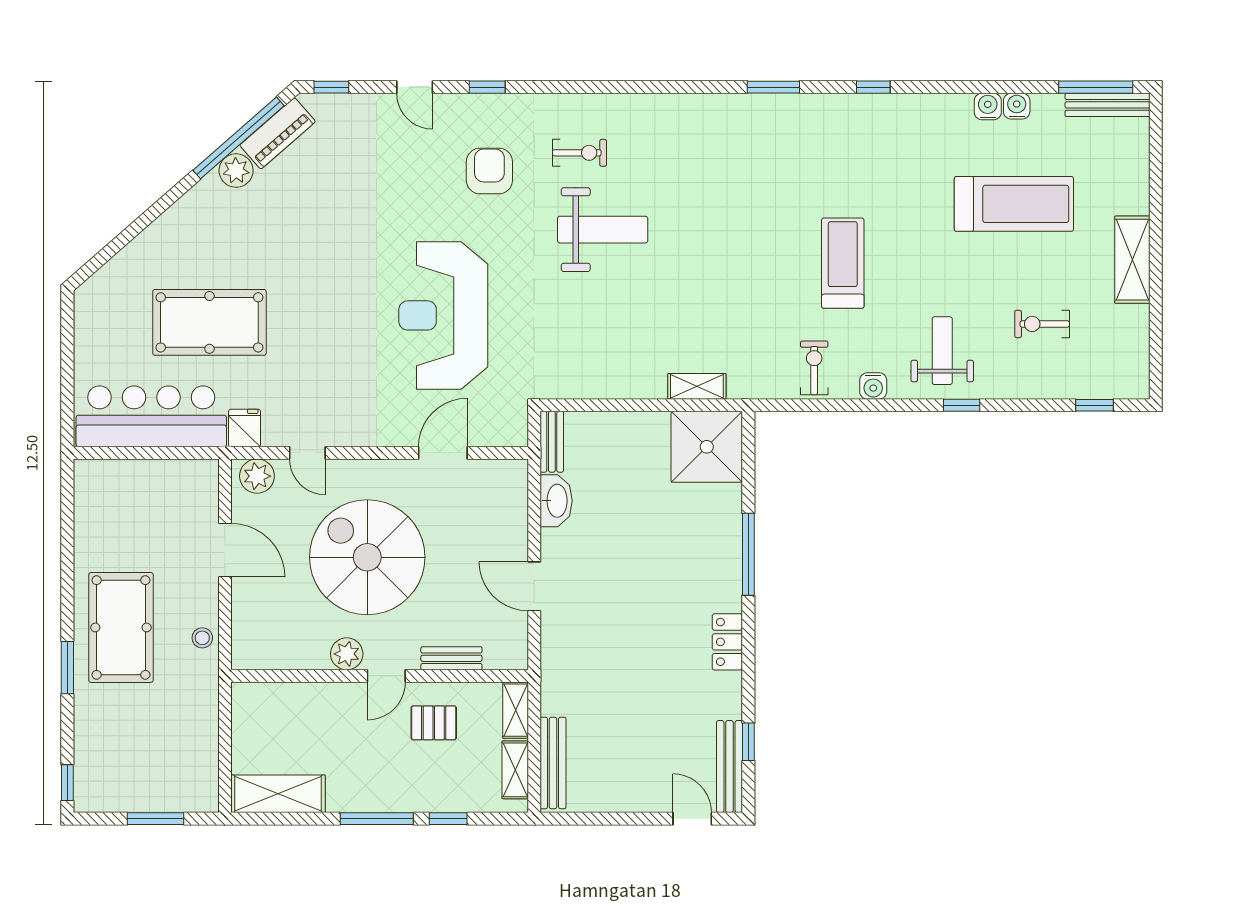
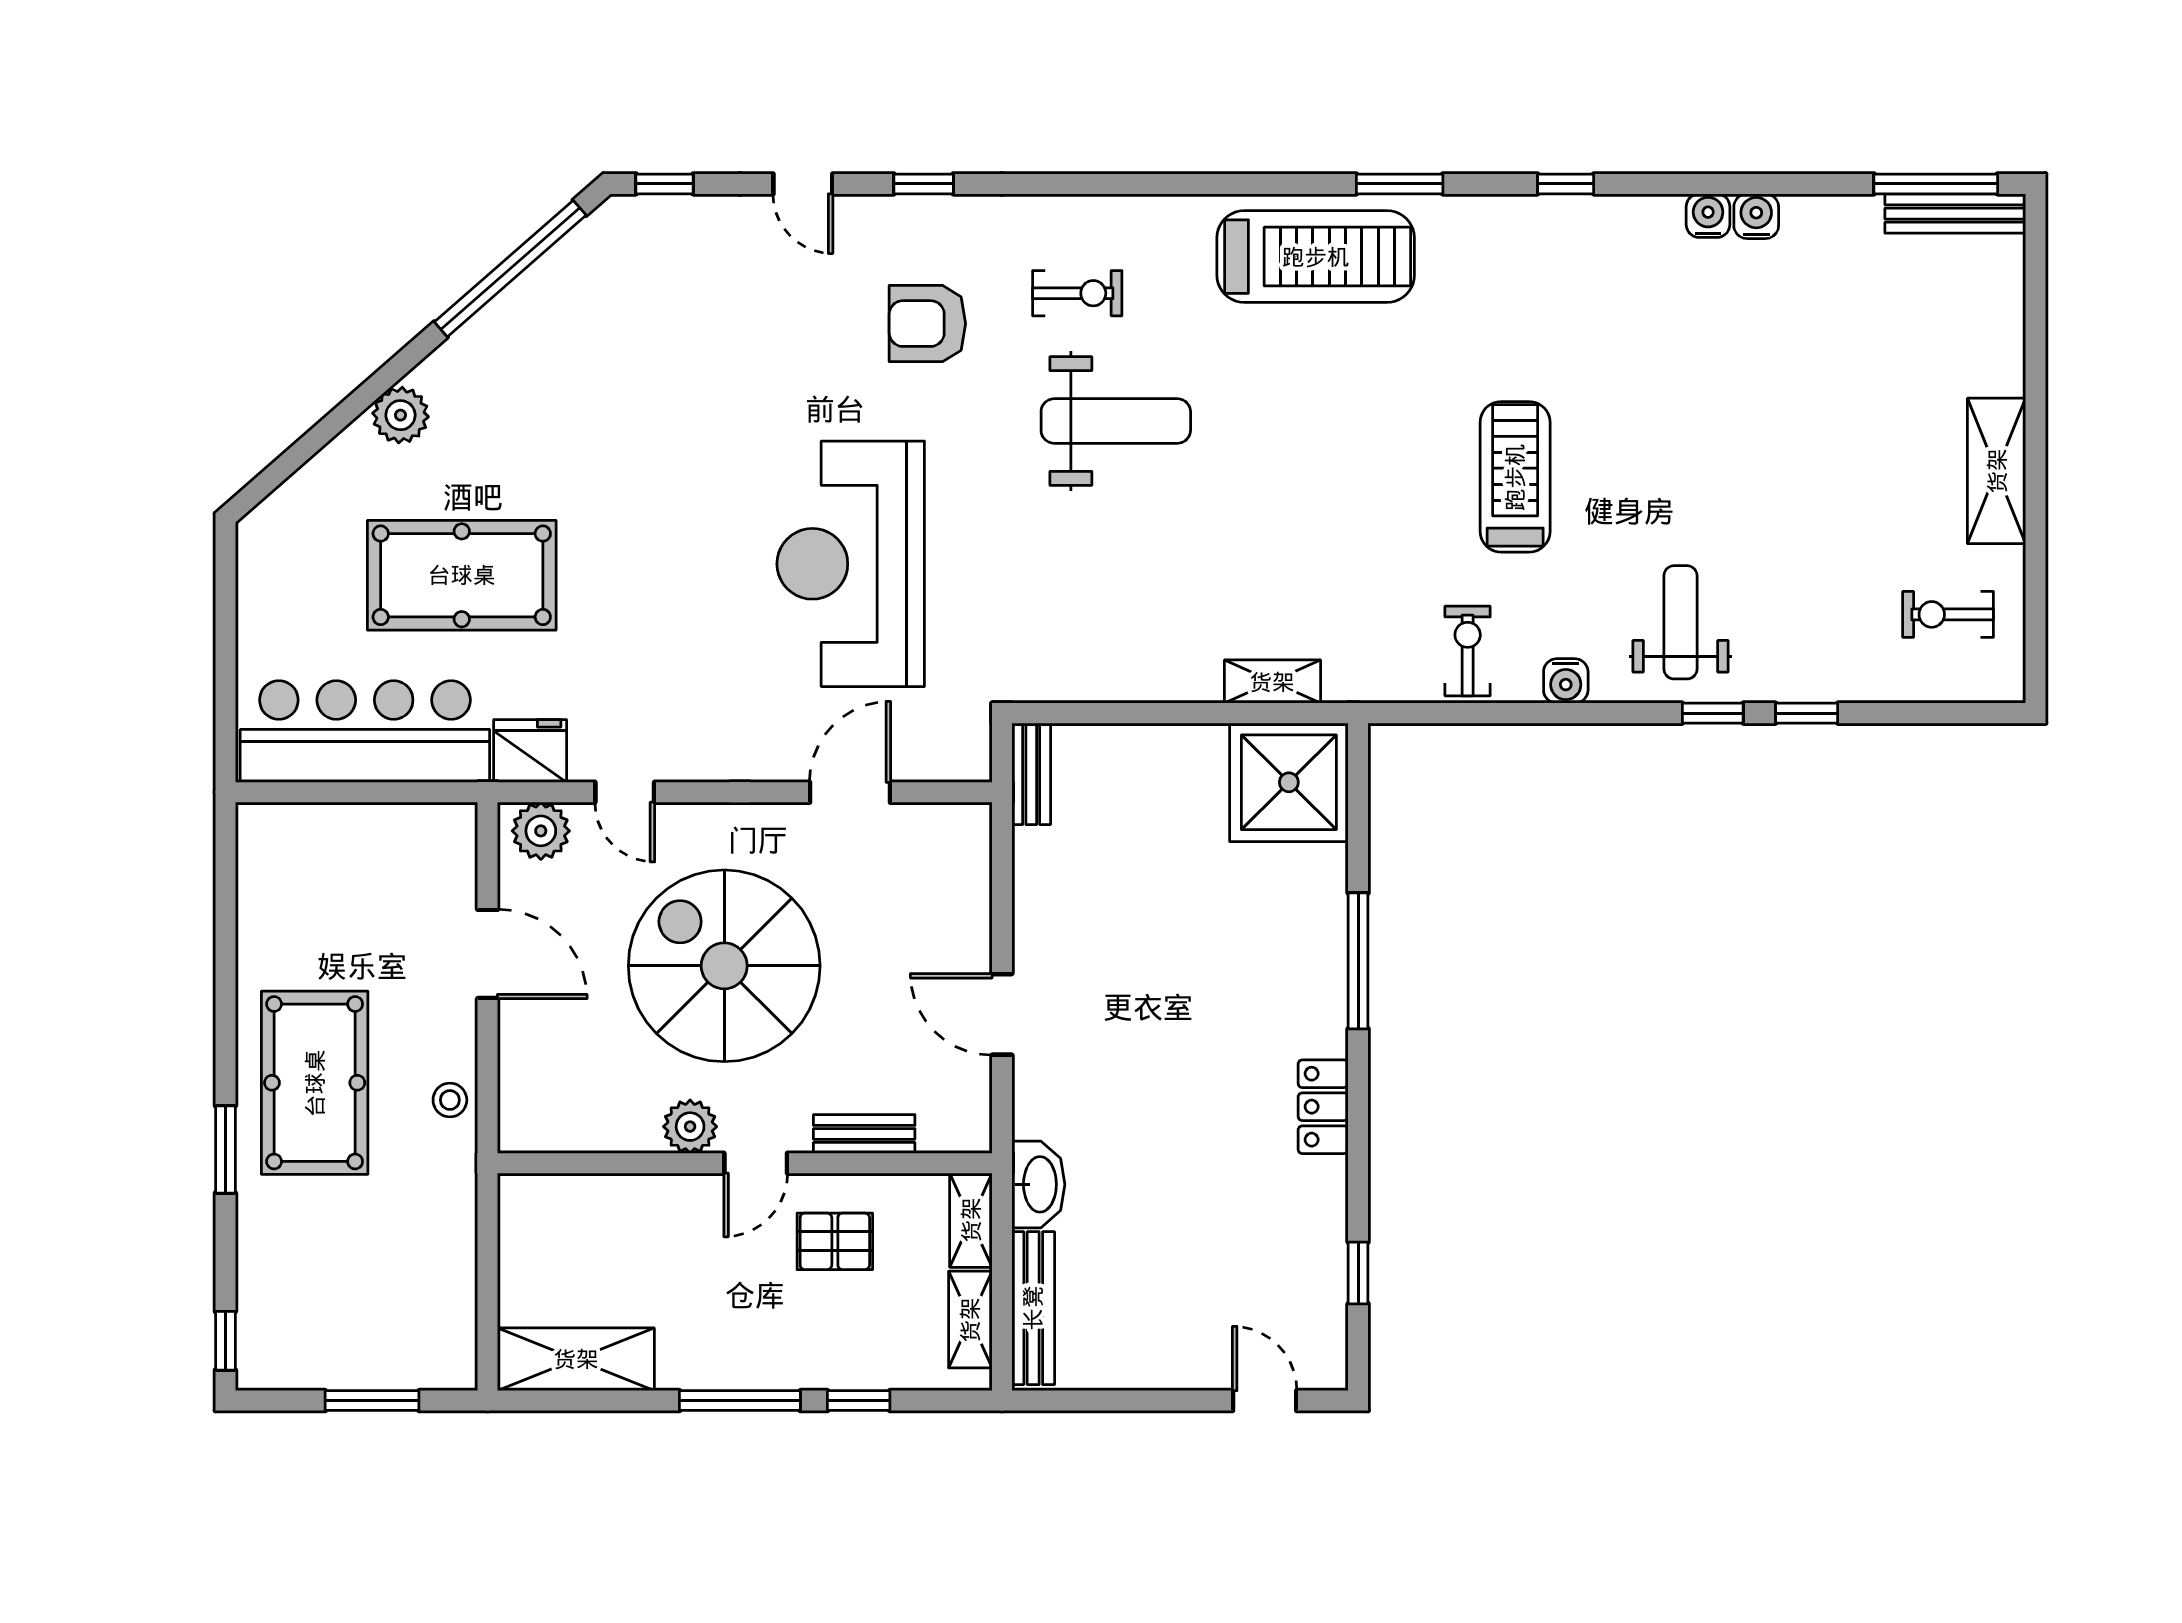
water cooler: (1017, 106) -> (1708, 216), moved
piano: (278, 133) -> (575, 261), removed
plant: (236, 171) -> (401, 415), moved
armchair: (489, 171) -> (927, 324), turned -90
treadmill: (1014, 204) -> (1316, 257), moved
exercise bike: (1042, 324) -> (1948, 614), moved
window: (1094, 405) -> (1807, 713), moved
fridge: (244, 428) -> (530, 751), width x1.38
washbasin: (556, 501) -> (1038, 1184), moved
bench: (729, 767) -> (1327, 1314), removed

